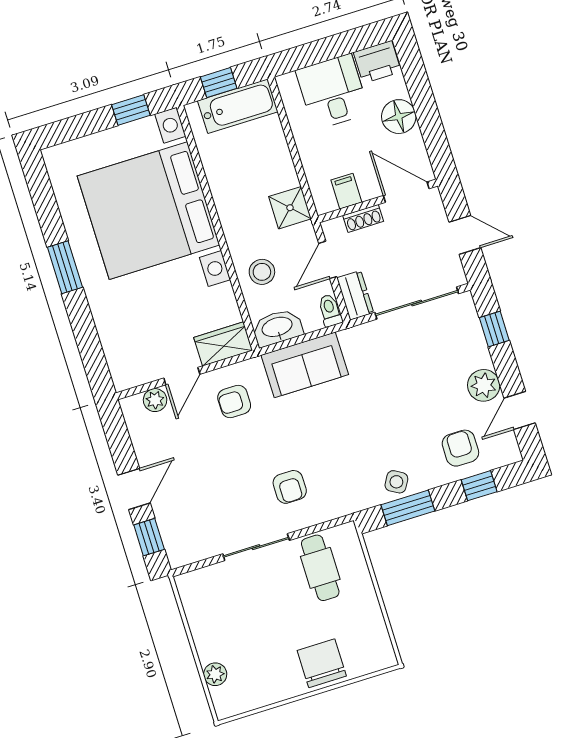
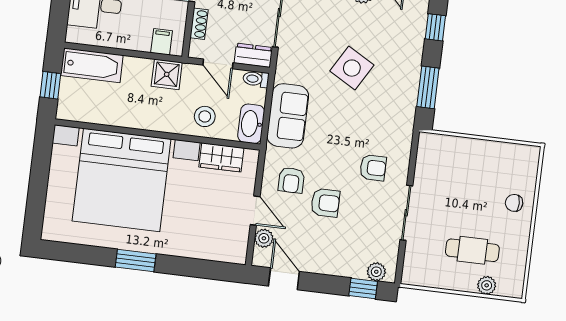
bathtub: (238, 106) -> (92, 65), moved, turned 90
window: (131, 110) -> (41, 159), removed
filing cabinet: (346, 191) -> (162, 42), moved, turned 90
wardrobe: (223, 344) -> (221, 157), moved, turned -90
armchair: (460, 448) -> (325, 203), moved, turned 180
side table: (396, 482) -> (352, 68), moved, width x1.87, depth x1.87
door: (134, 489) -> (284, 279), moved
plant: (175, 543) -> (376, 272), added
cafe table: (320, 568) -> (472, 250), moved
chair: (322, 663) -> (514, 203), width x0.54, depth x0.54

